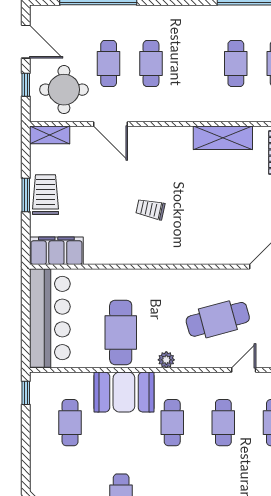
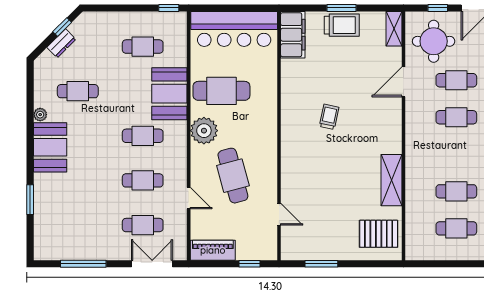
plant: (166, 360) -> (204, 131), width x1.88, depth x1.88

